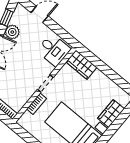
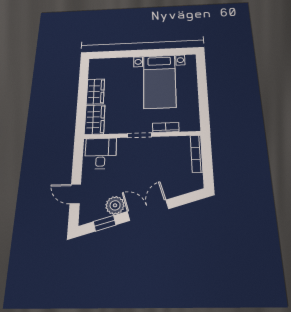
wardrobe: (111, 114) -> (95, 91), moved, turned -90

